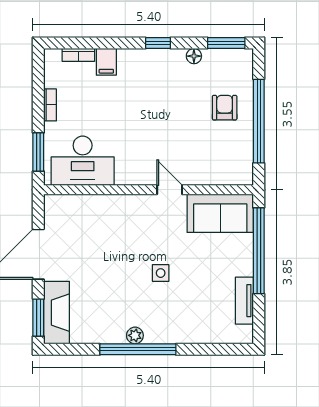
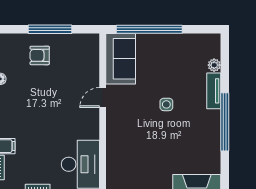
window: (259, 121) -> (50, 29), width x0.68
tv unit: (244, 301) -> (214, 91), moved, turned 90
plant: (135, 335) -> (214, 65), moved

